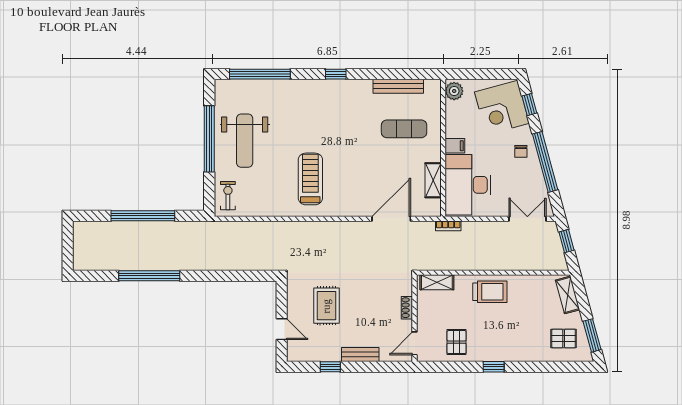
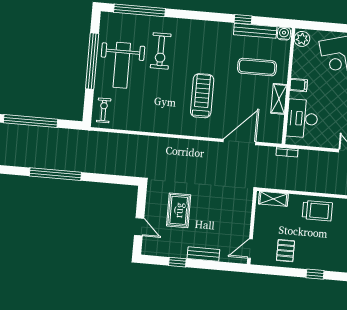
window: (336, 74) -> (243, 19), moved
water cooler: (432, 87) -> (284, 34), added
exercise bike: (289, 120) -> (161, 51), added
treadmill: (310, 179) -> (202, 96), moved
shelving: (433, 180) -> (279, 99), moved
desk: (468, 185) -> (302, 119), width x0.73, depth x0.77
window: (149, 276) -> (55, 174), moved
shoe rack: (407, 308) -> (246, 218), removed

